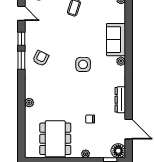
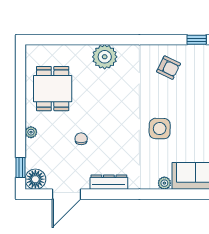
window: (21, 60) -> (166, 40), removed
plant: (29, 103) -> (105, 57), width x1.87, depth x1.87
dining table: (55, 139) -> (53, 89), width x0.73

